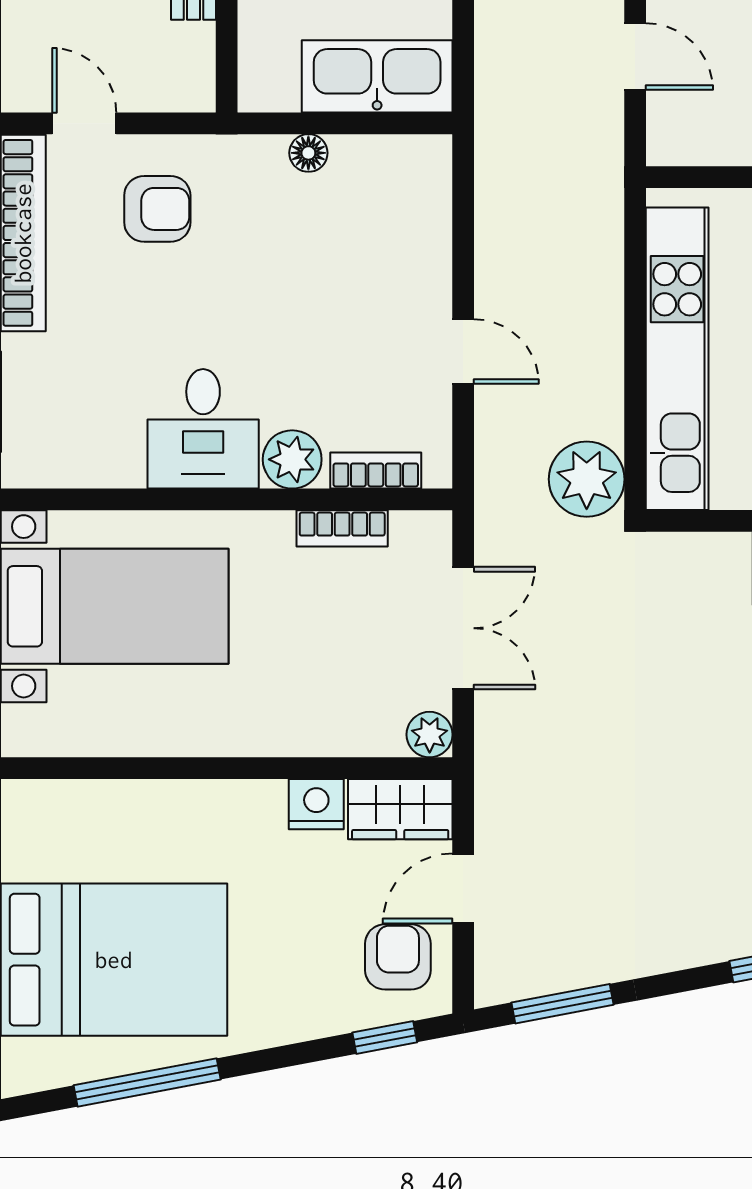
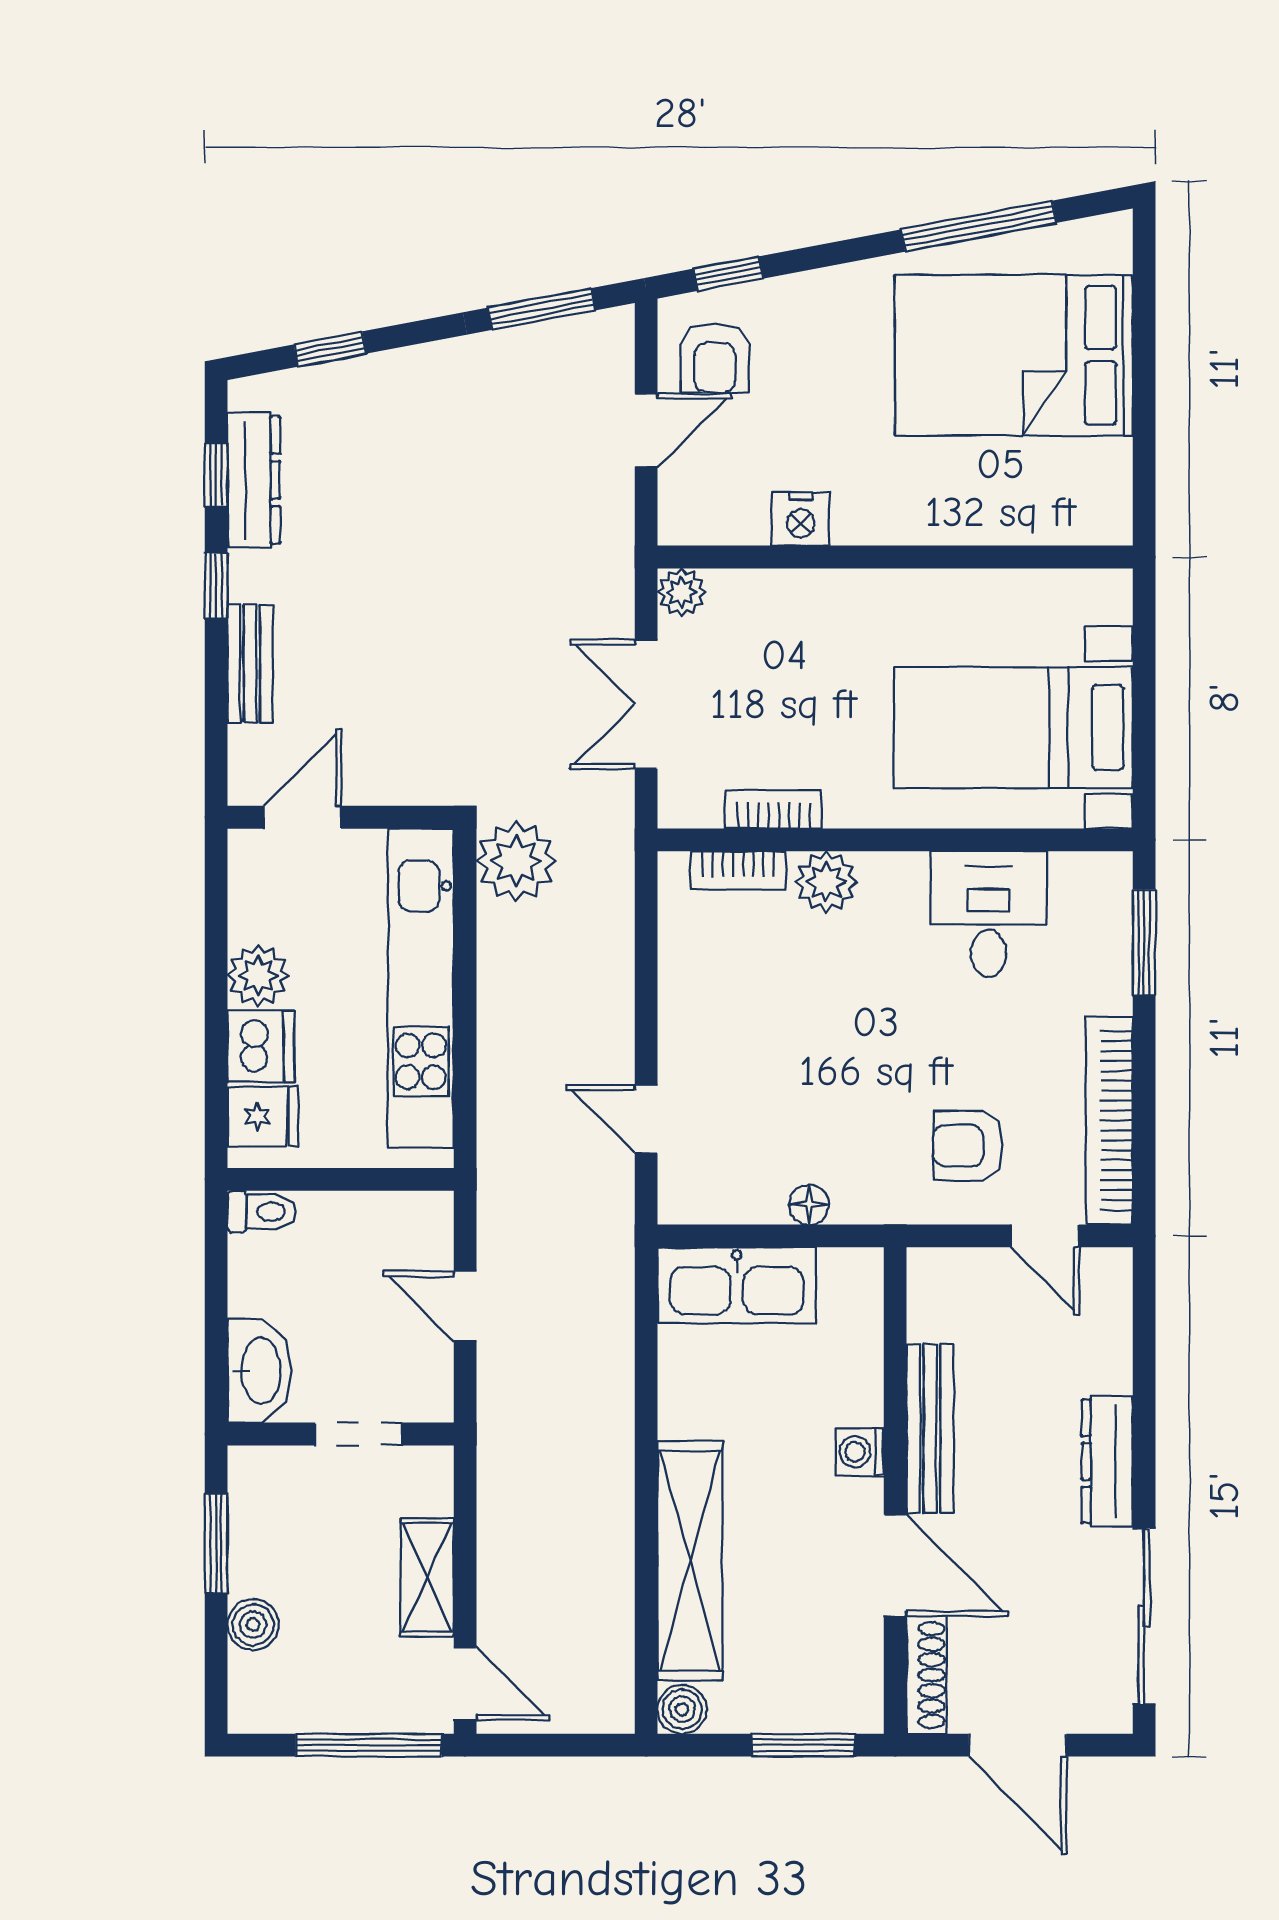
door: (463, 352) -> (646, 1119), moved
desk: (203, 429) -> (989, 914), moved
wardrobe: (400, 809) -> (712, 514), removed

